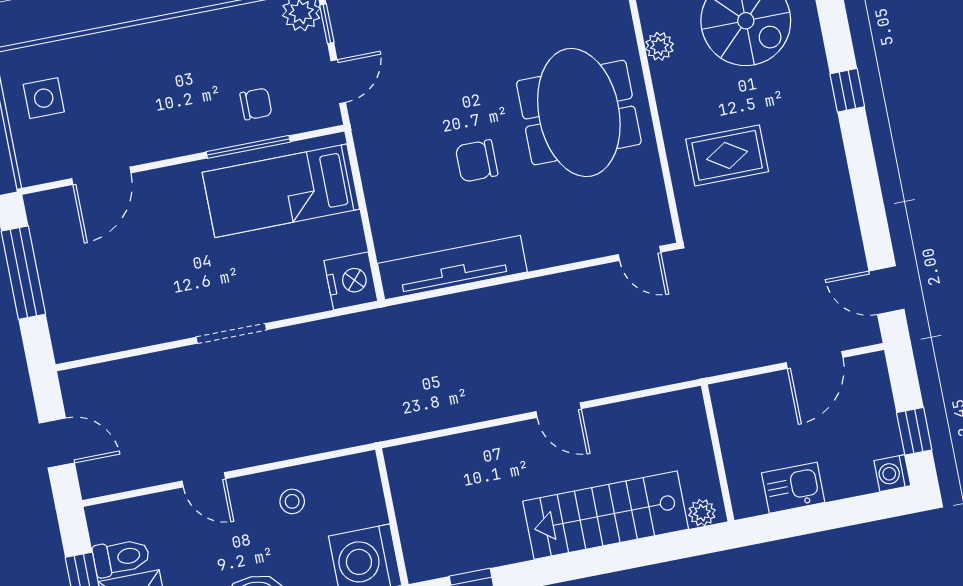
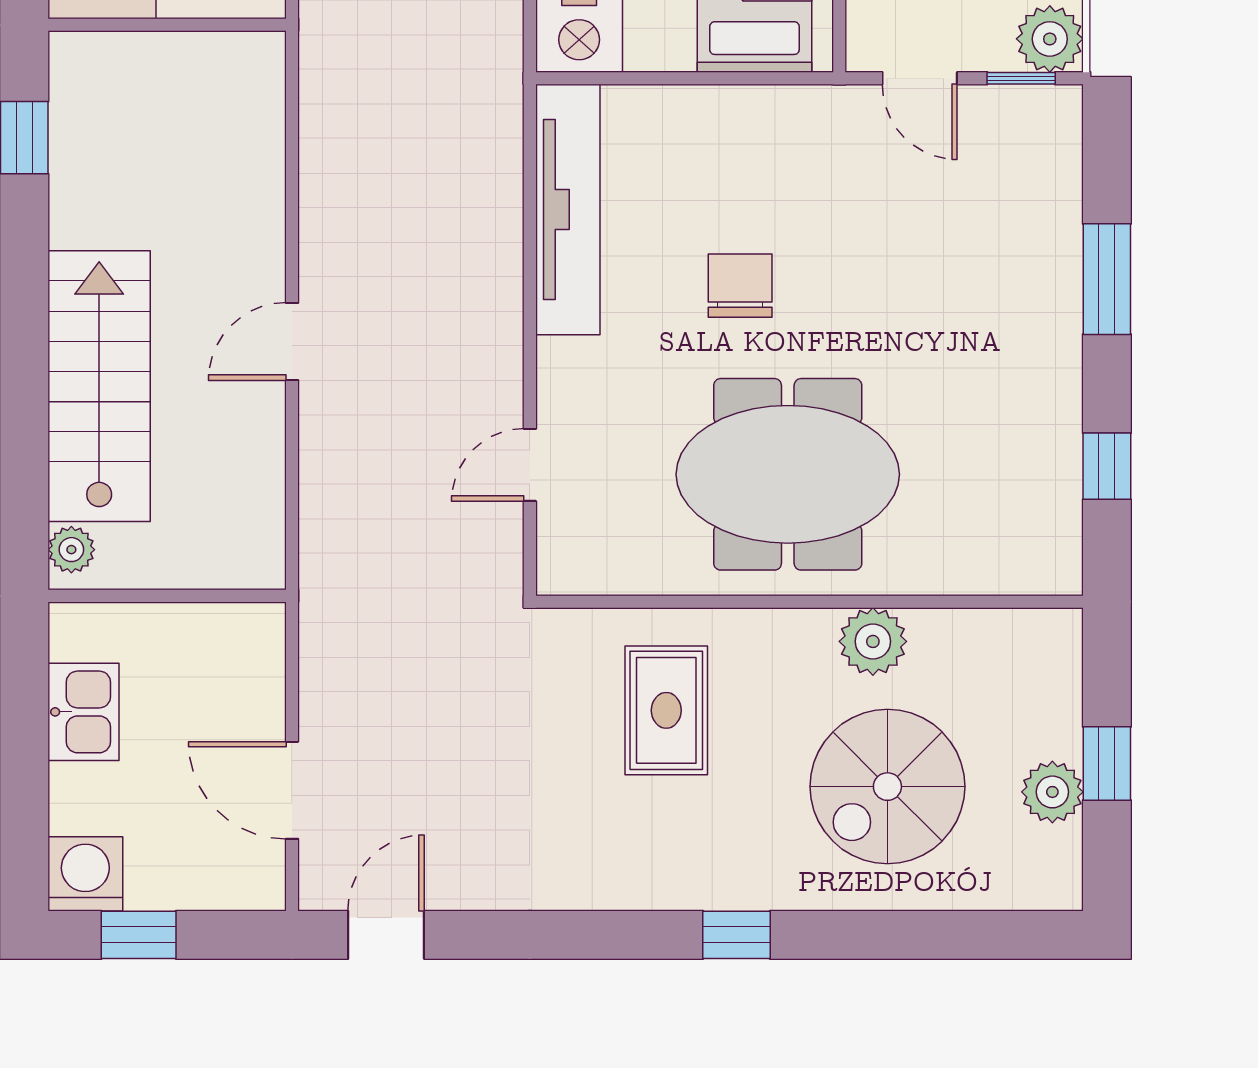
plant: (659, 46) -> (873, 641), width x1.38, depth x1.38
door: (640, 253) -> (530, 465), moved
washing machine: (892, 473) -> (85, 874), width x1.38, depth x1.38

